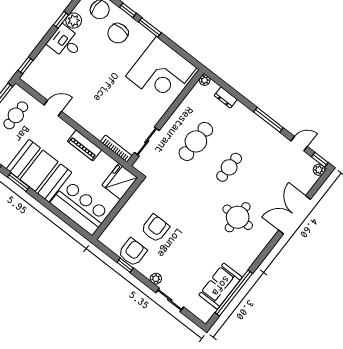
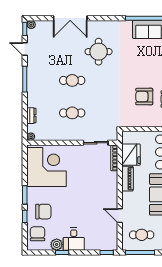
cafe table: (196, 141) -> (72, 113), width x0.73, depth x0.74
fridge: (120, 181) -> (131, 155), moved, turned -90

